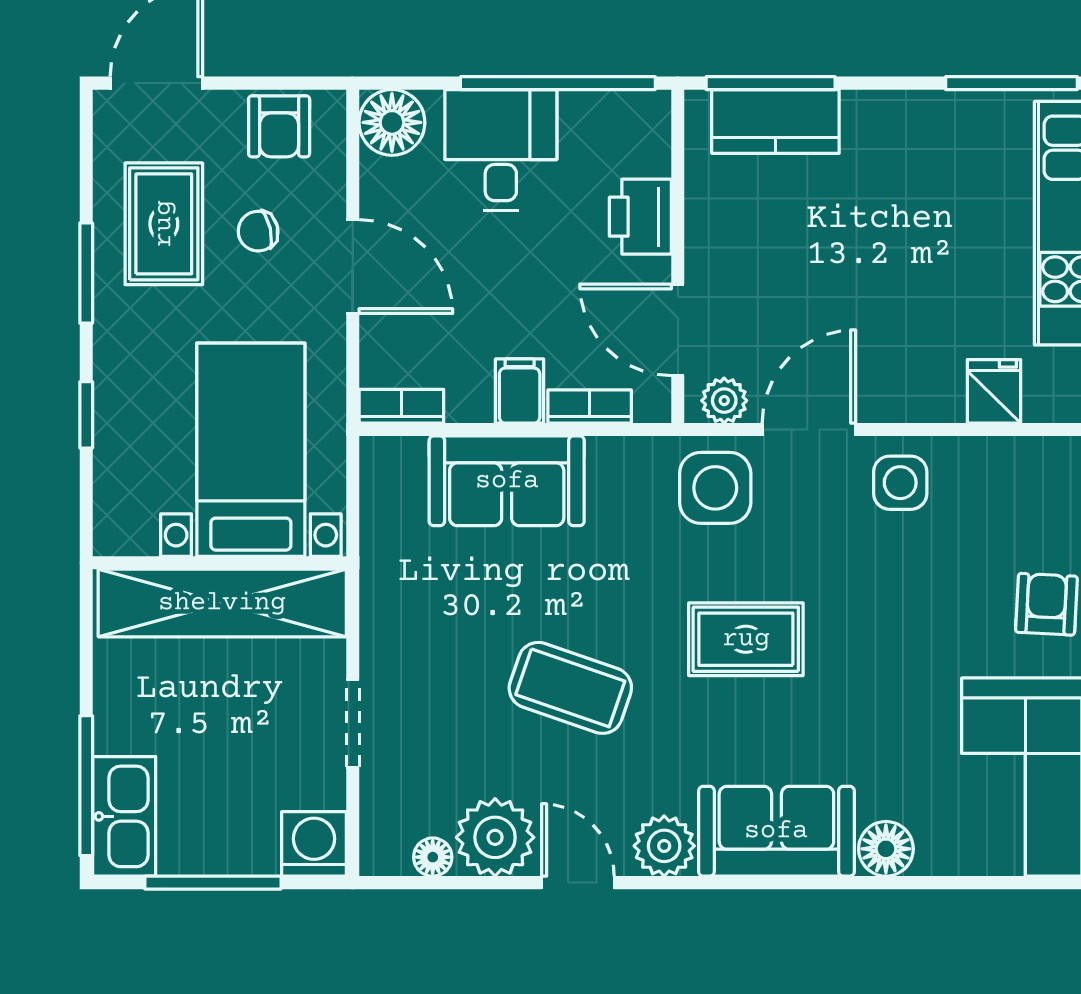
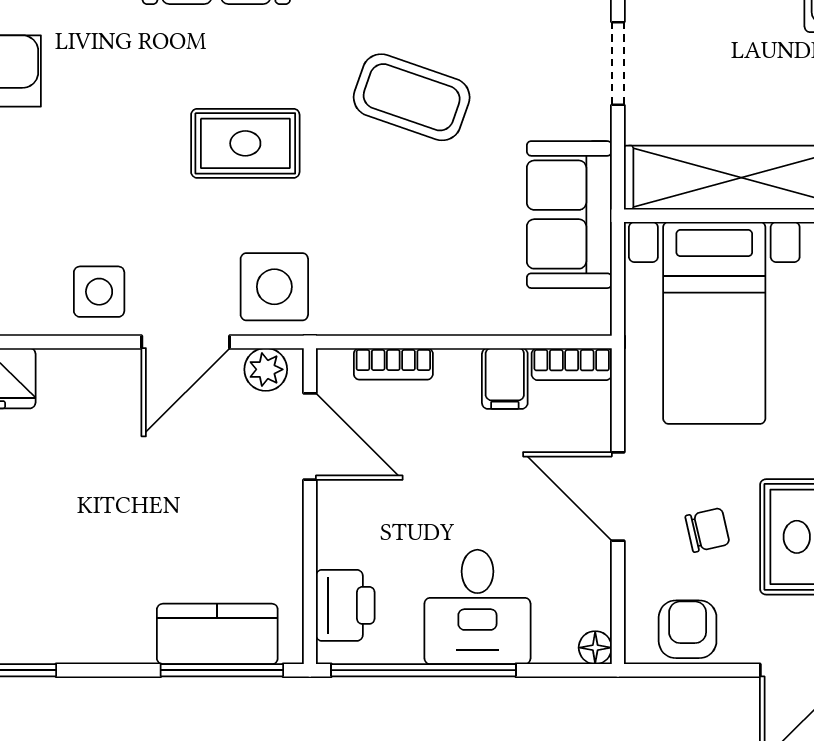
floor lamp: (392, 122) -> (595, 648), width x0.53, depth x0.53
printer: (640, 217) -> (345, 605), moved
filing cabinet: (520, 391) -> (505, 378), moved
sofa: (507, 481) -> (569, 215), moved, turned -90

